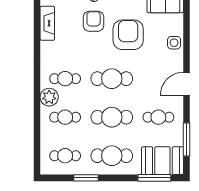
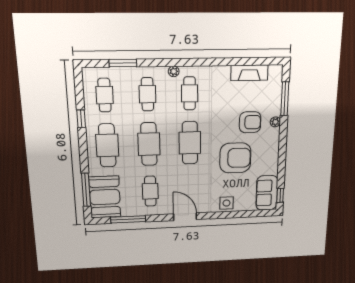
plant: (49, 97) -> (174, 71), width x0.53, depth x0.53
window: (37, 138) -> (123, 63), added
window: (86, 178) -> (81, 119), width x0.67

